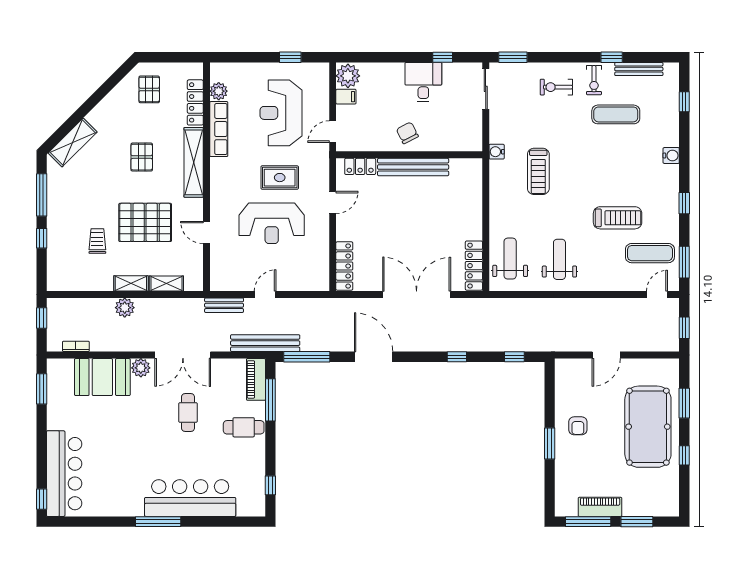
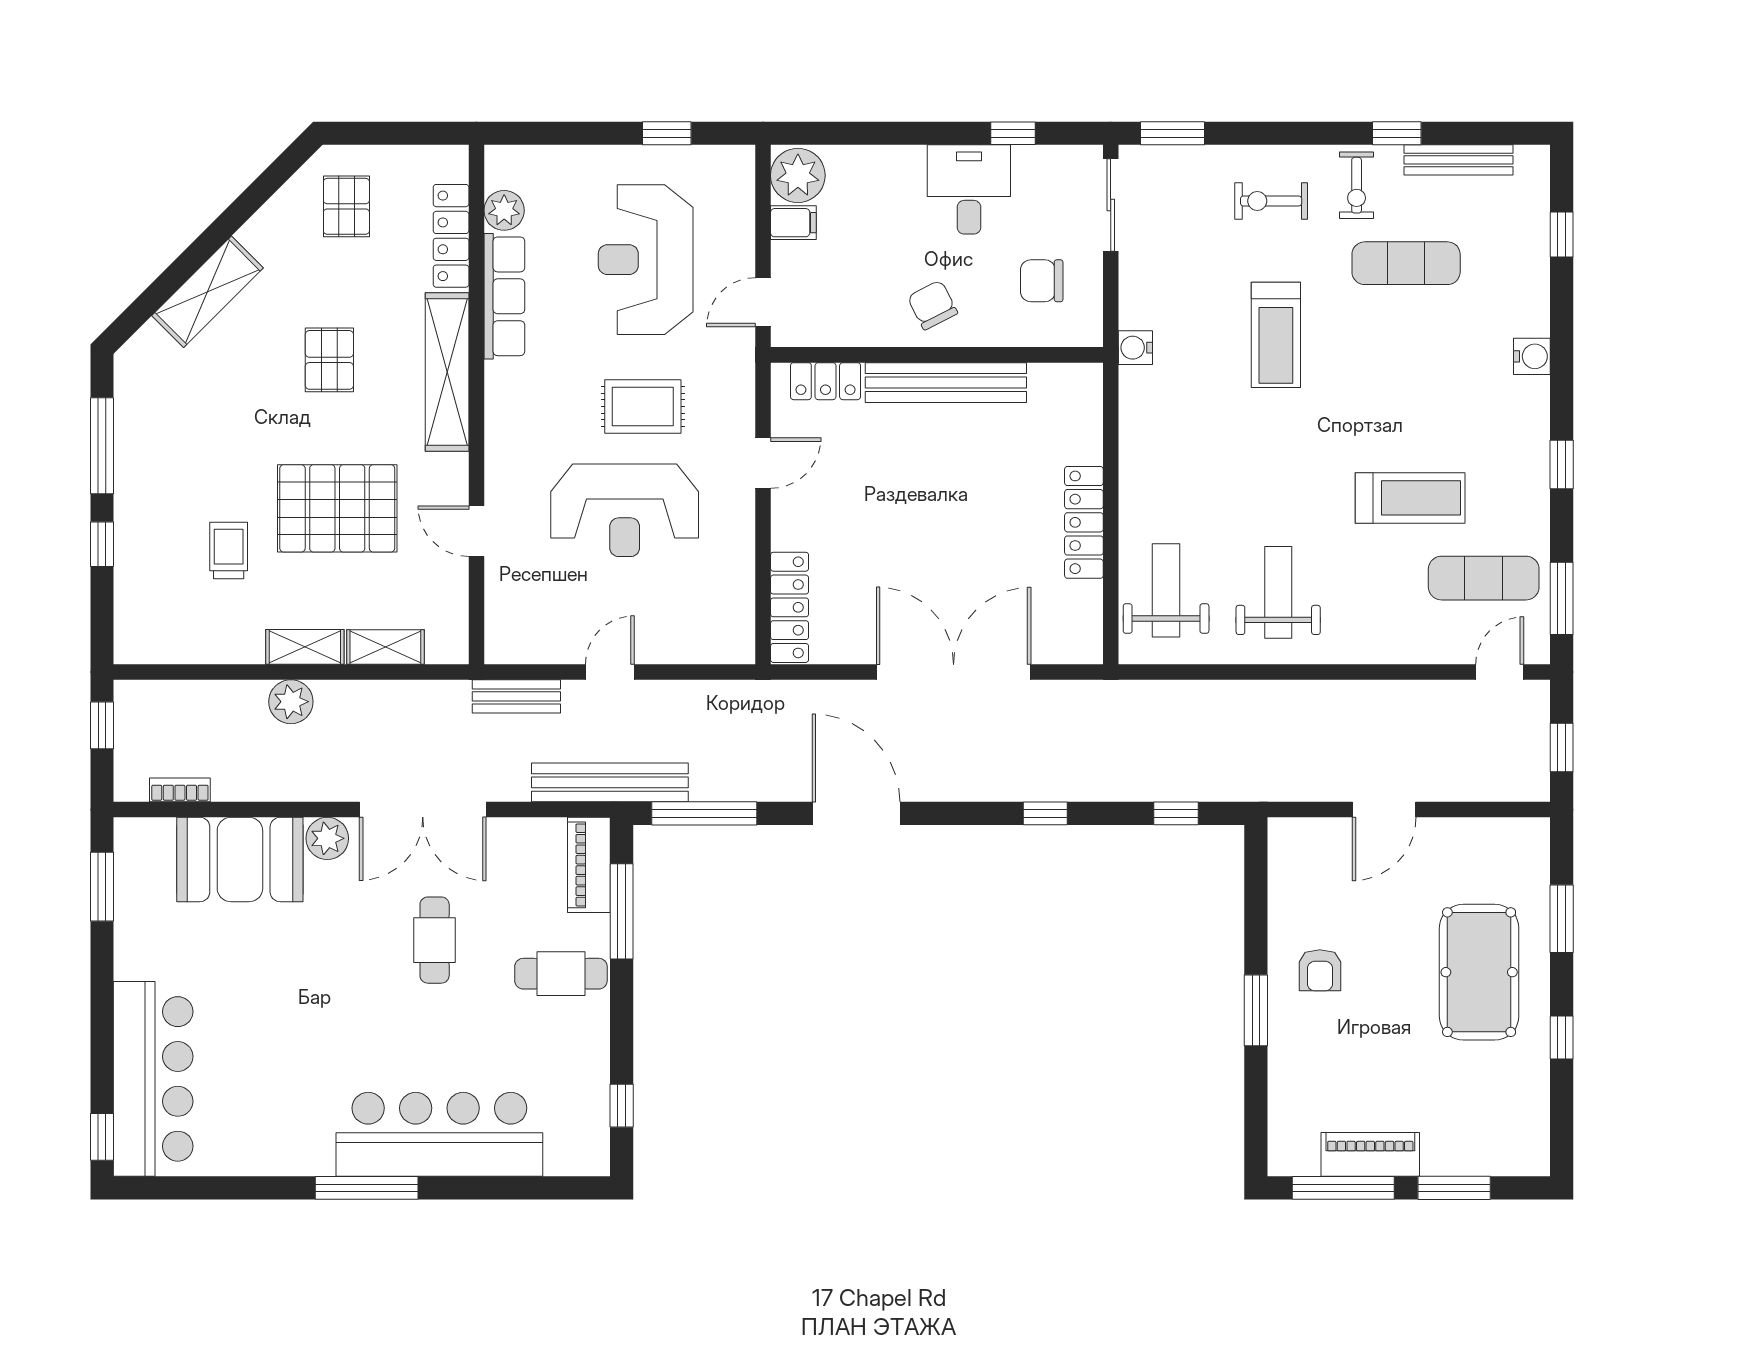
chair: (455, 122) -> (1042, 281), added
shelving: (73, 142) -> (208, 292), moved
treadmill: (538, 171) -> (1276, 335), moved
locker: (474, 266) -> (1084, 522), moved
pool table: (648, 427) -> (1479, 972), width x0.73, depth x0.76

